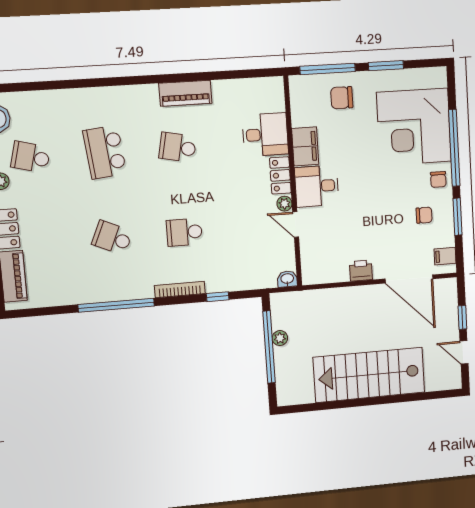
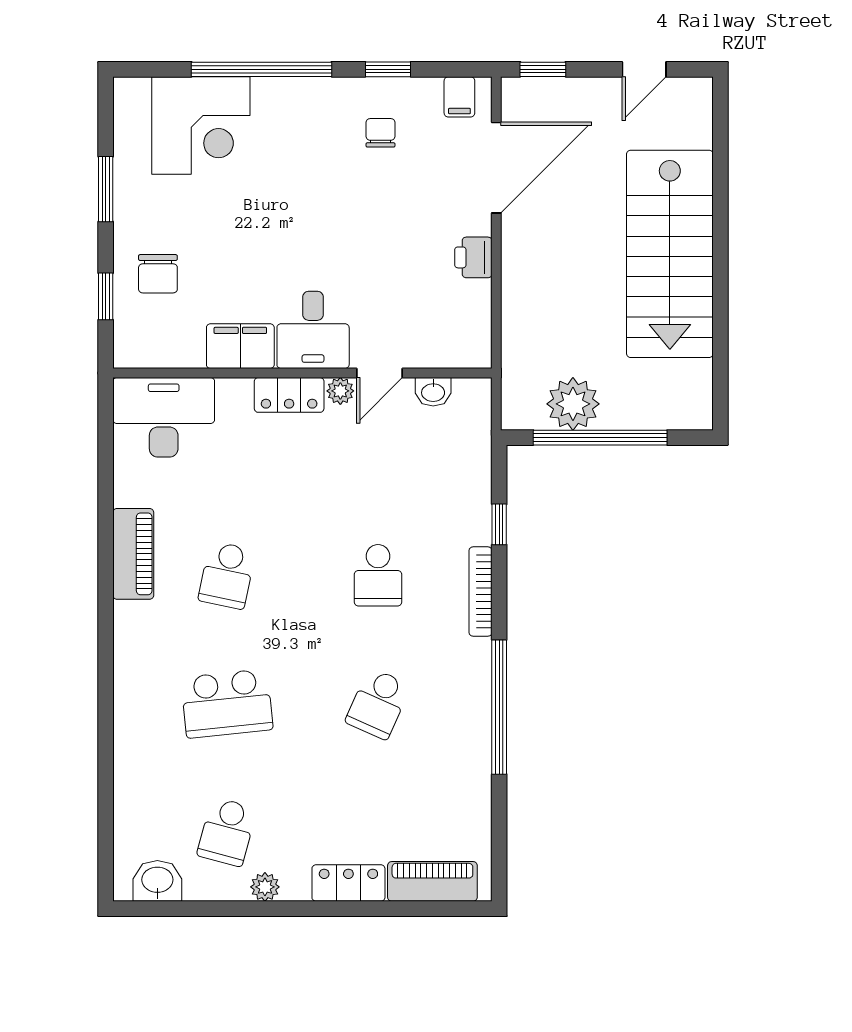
window: (328, 69) -> (106, 296), width x0.46
corner desk: (414, 127) -> (201, 126), width x0.74, depth x0.74
desk: (265, 135) -> (164, 417), moved, width x1.37
chair: (438, 179) -> (317, 102), removed
window: (458, 217) -> (388, 69), width x0.67
washbasin: (287, 279) -> (433, 392), moved, turned -90
window: (462, 317) -> (543, 69), moved
plant: (280, 338) -> (573, 404), width x1.88, depth x1.88

